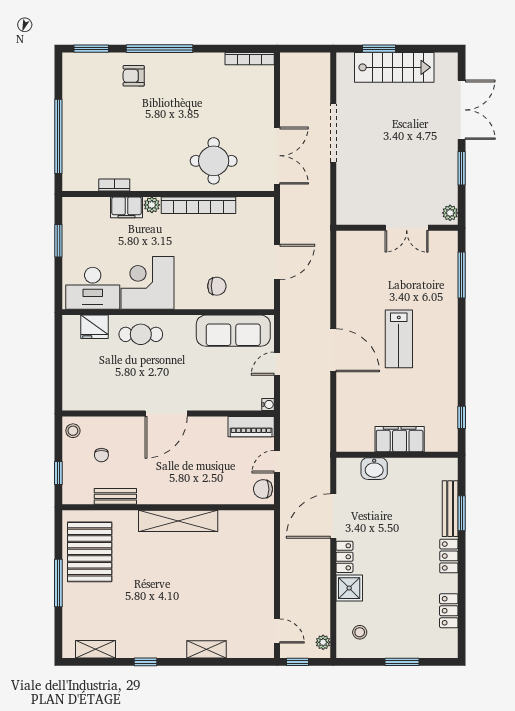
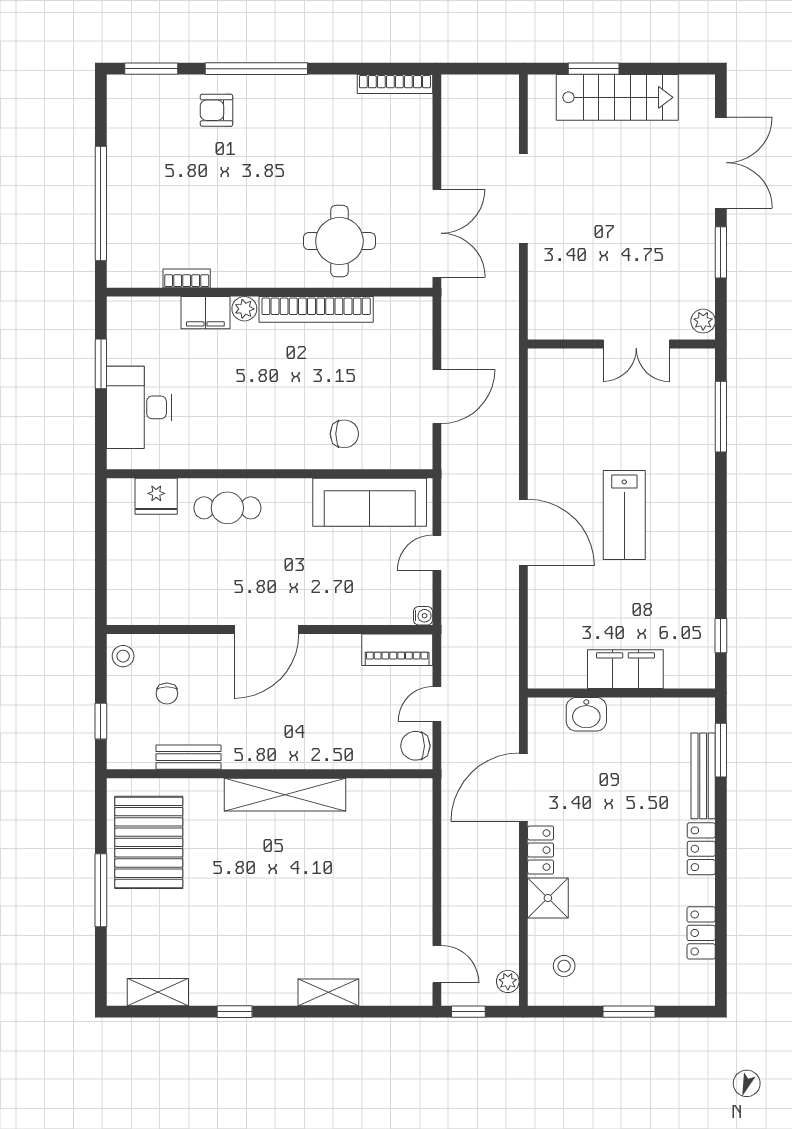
corner desk: (147, 283) -> (238, 429), removed
desk: (93, 288) -> (139, 407), moved, turned 90
window: (462, 513) -> (721, 750), moved

